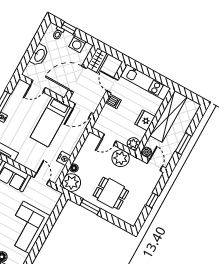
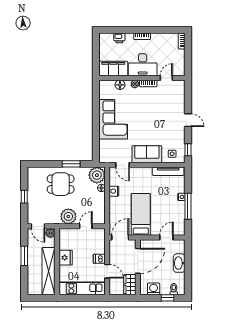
plant: (133, 144) -> (65, 234), removed

